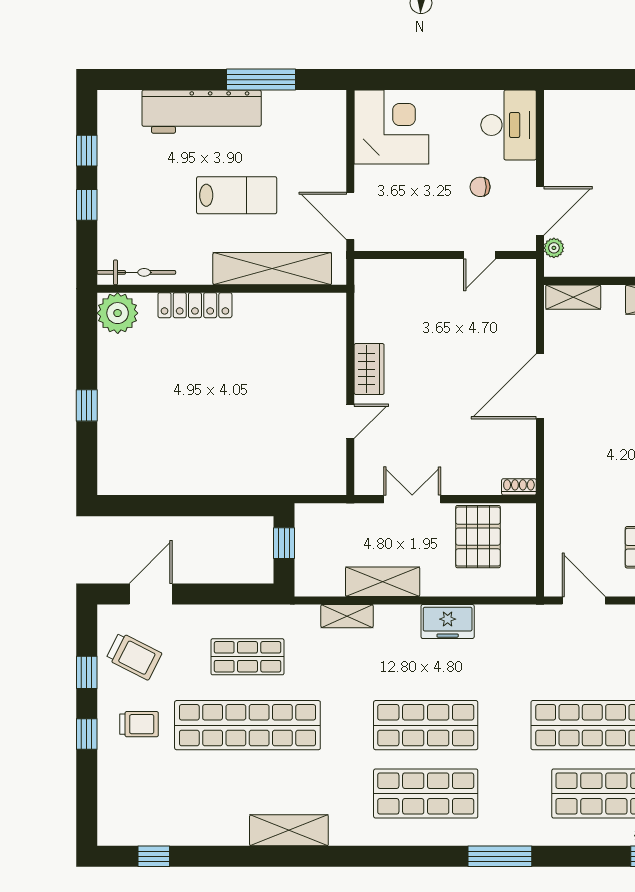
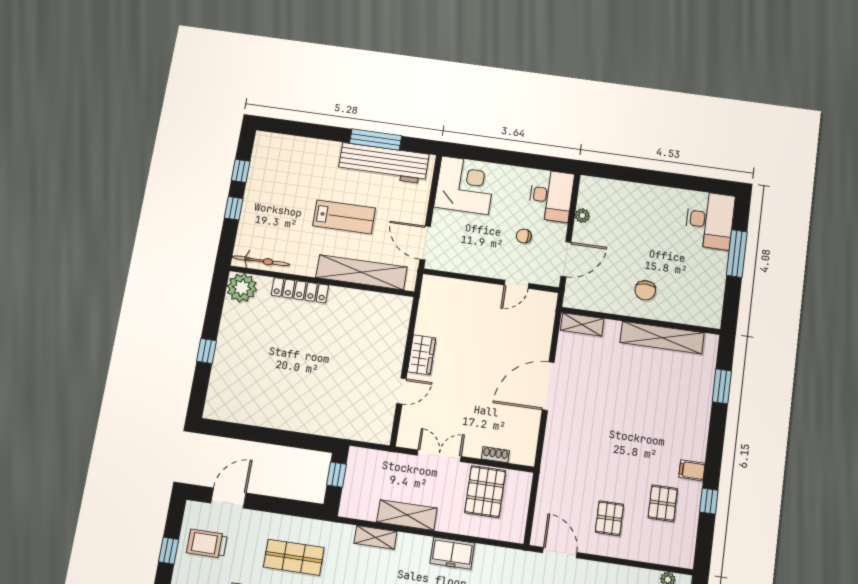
workbench: (202, 112) -> (383, 163), moved
plant: (554, 248) -> (582, 215), moved
shoe rack: (519, 487) -> (495, 455), moved
trolley: (134, 656) -> (207, 544), turned 153

